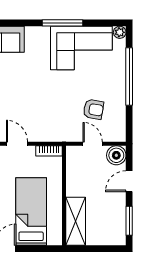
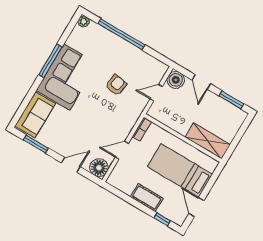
corner sofa: (81, 48) -> (67, 77), moved
armchair: (93, 109) -> (116, 85), moved

